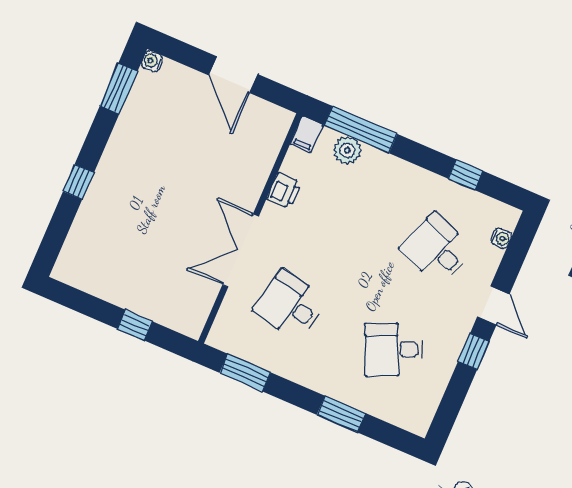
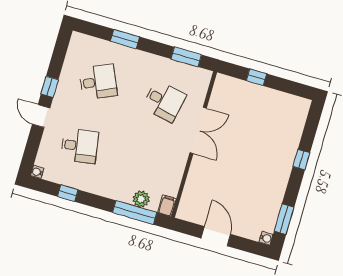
printer: (284, 191) -> (176, 170), removed
water cooler: (501, 238) -> (37, 172), moved
desk: (437, 249) -> (80, 146), turned -30

